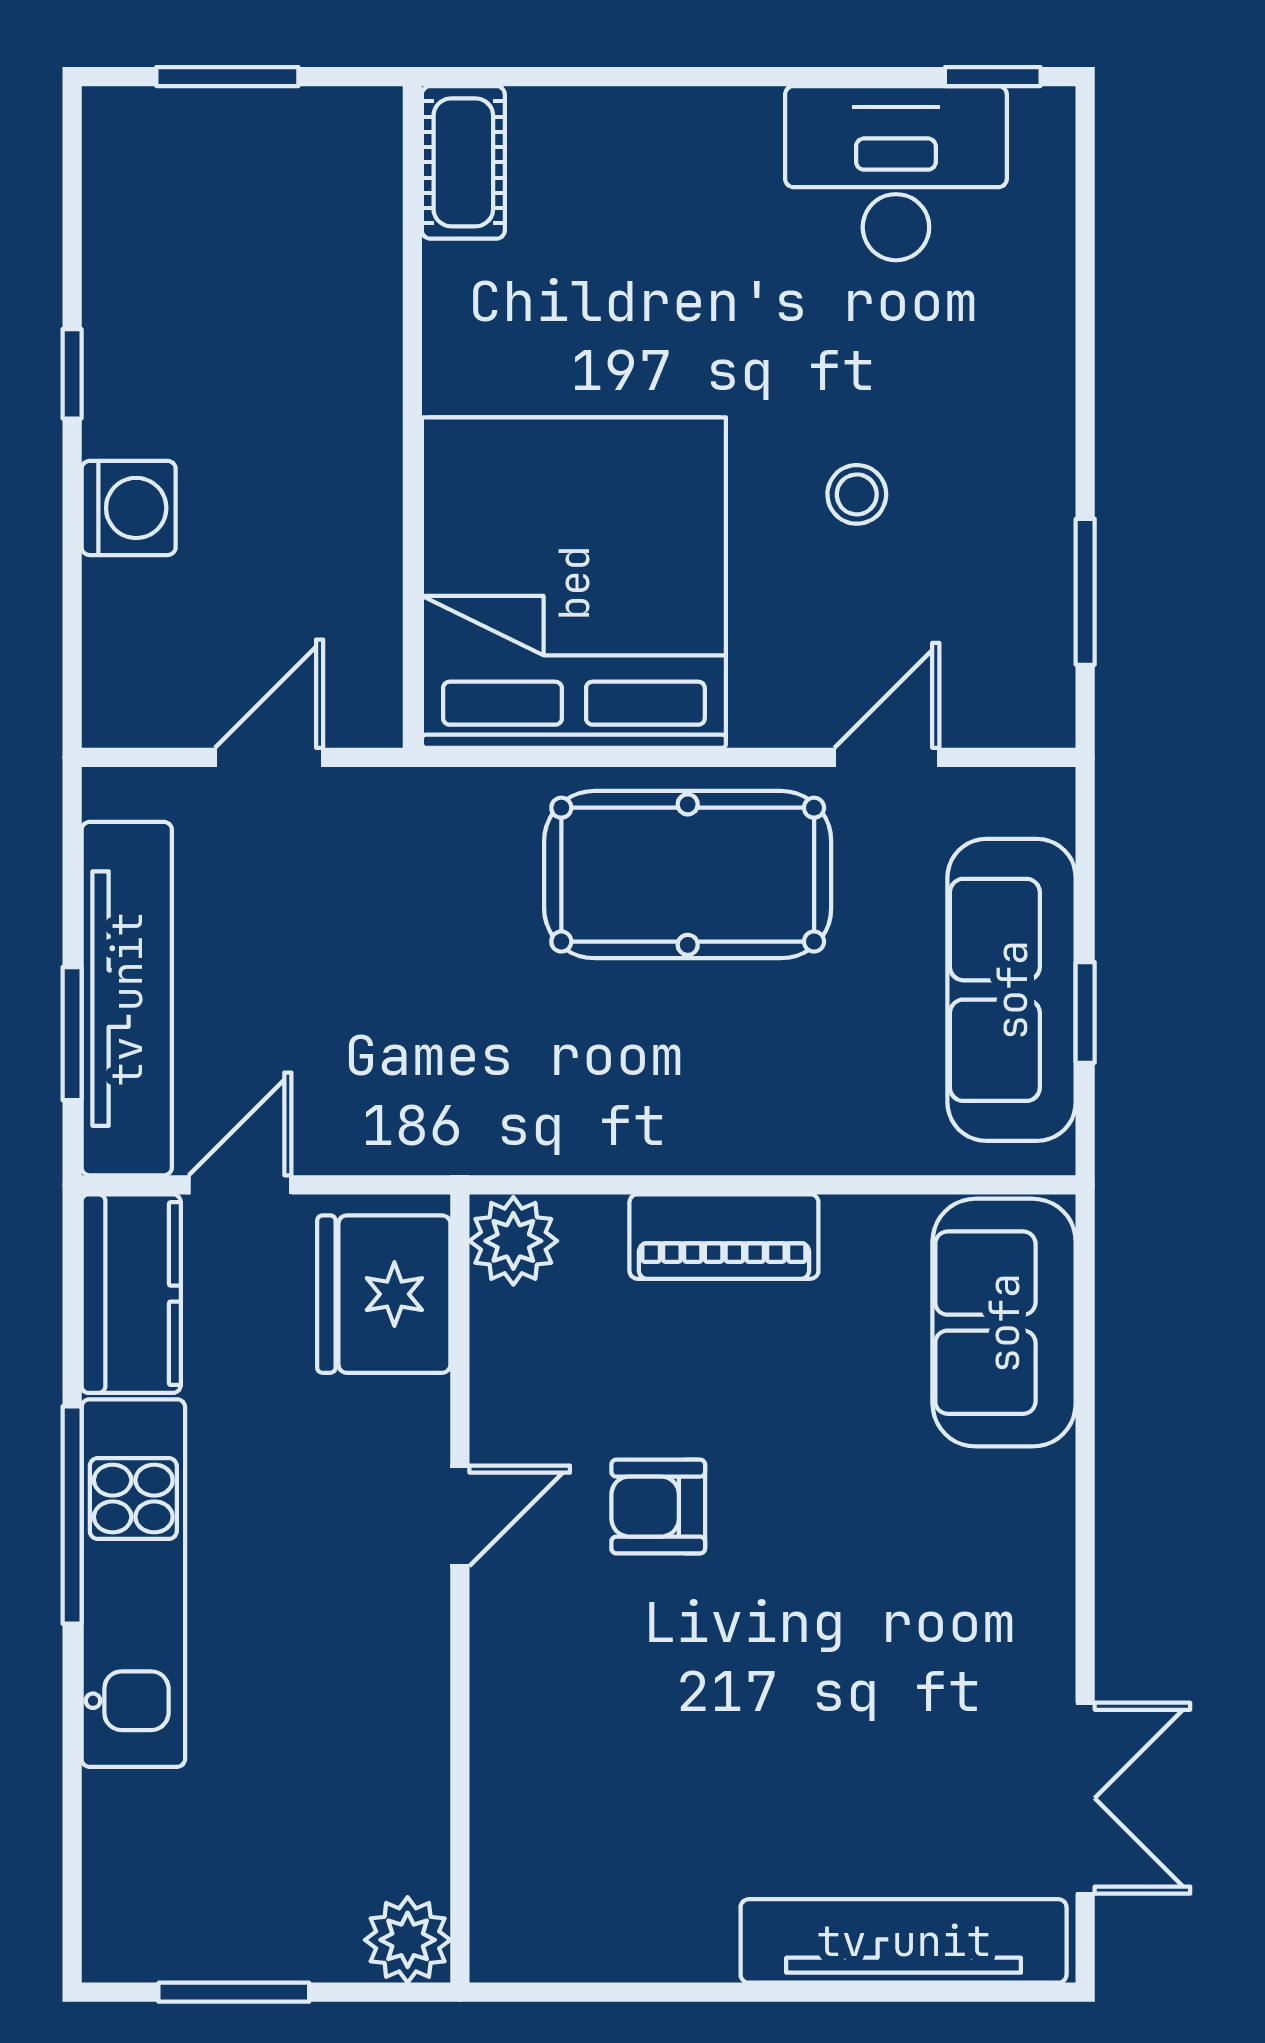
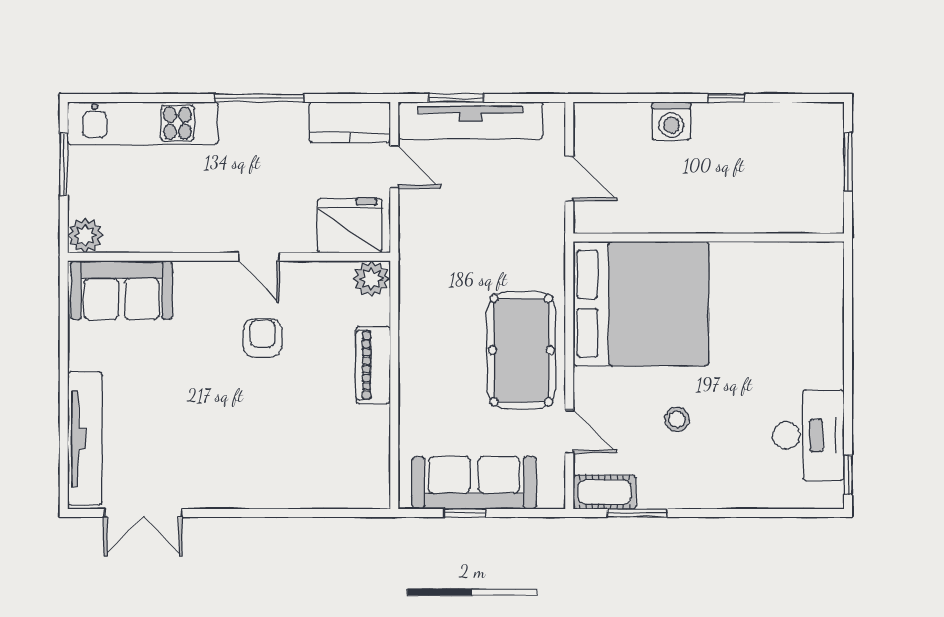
cot: (463, 162) -> (604, 492), moved
sofa: (1004, 1323) -> (122, 290), moved, turned 180
kitchen unit: (133, 1583) -> (143, 123), moved

